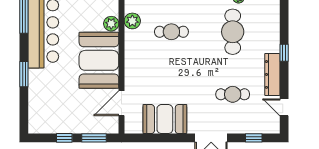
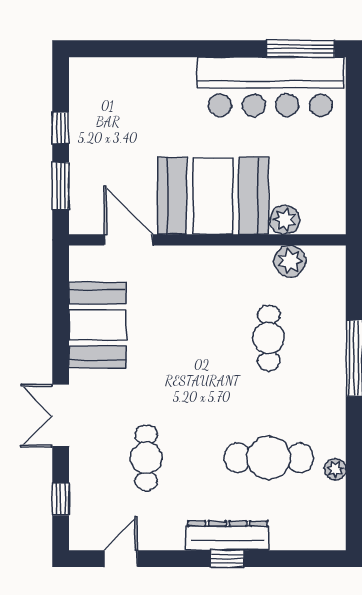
window: (24, 74) -> (186, 49), removed
dresser: (272, 74) -> (228, 536), moved

